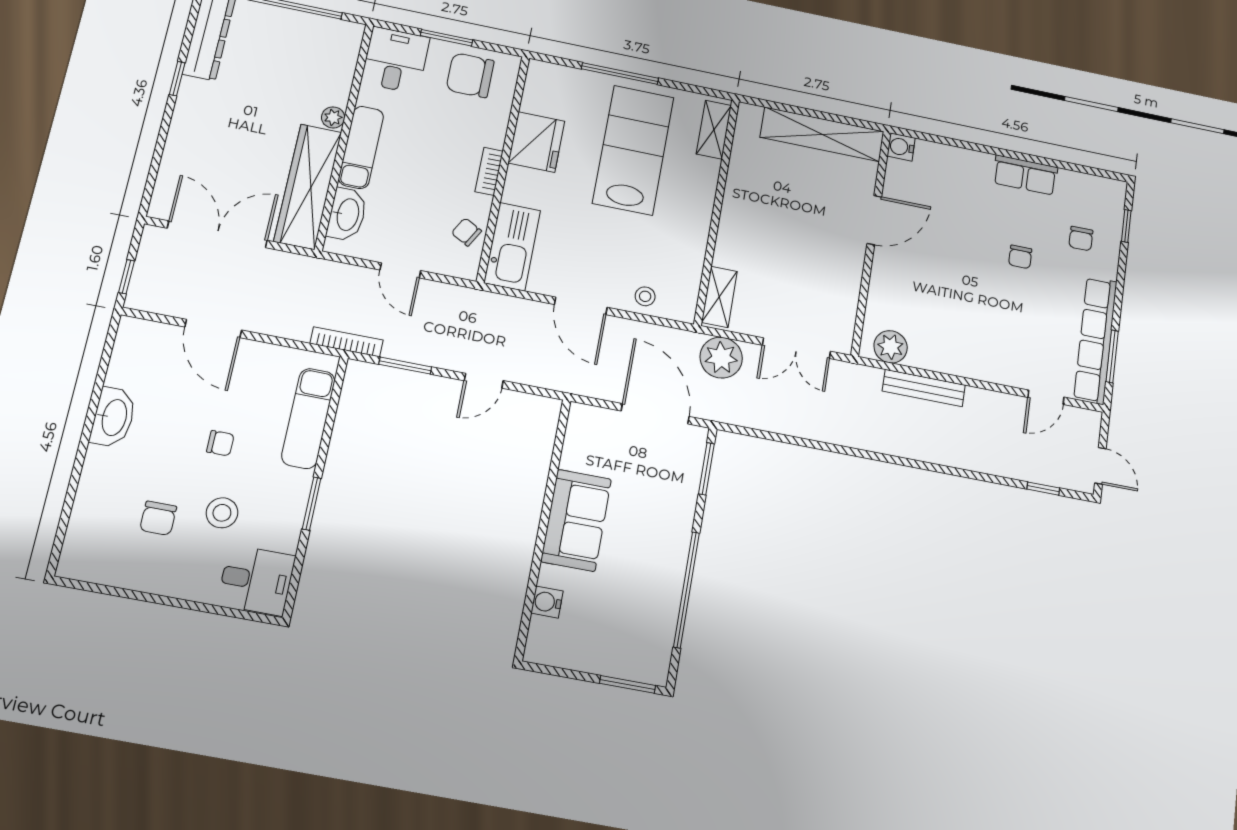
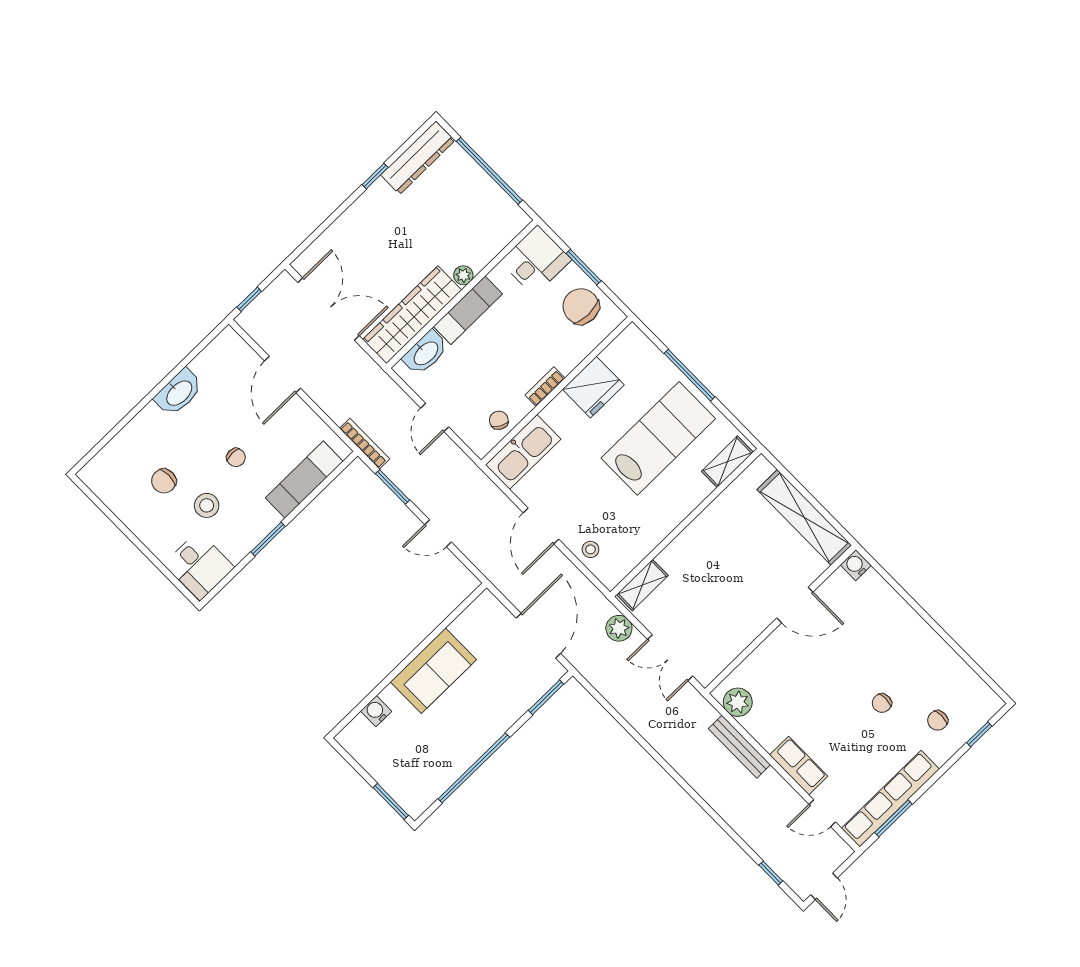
row of seats: (1025, 175) -> (799, 766), moved, turned 180
plant: (721, 358) -> (619, 628), width x0.73, depth x0.73

